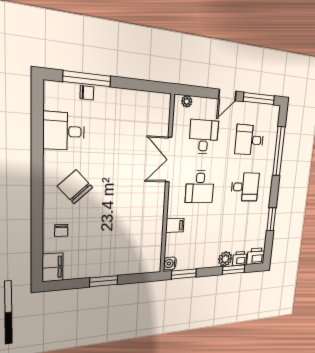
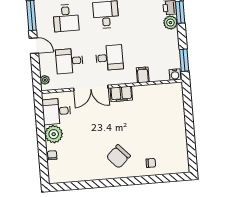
window: (87, 79) -> (43, 156), removed
plant: (116, 100) -> (54, 134), added
desk: (64, 131) -> (56, 111), moved, turned 90
filing cabinet: (53, 267) -> (121, 94), moved, turned 180
window: (104, 281) -> (190, 128), removed

